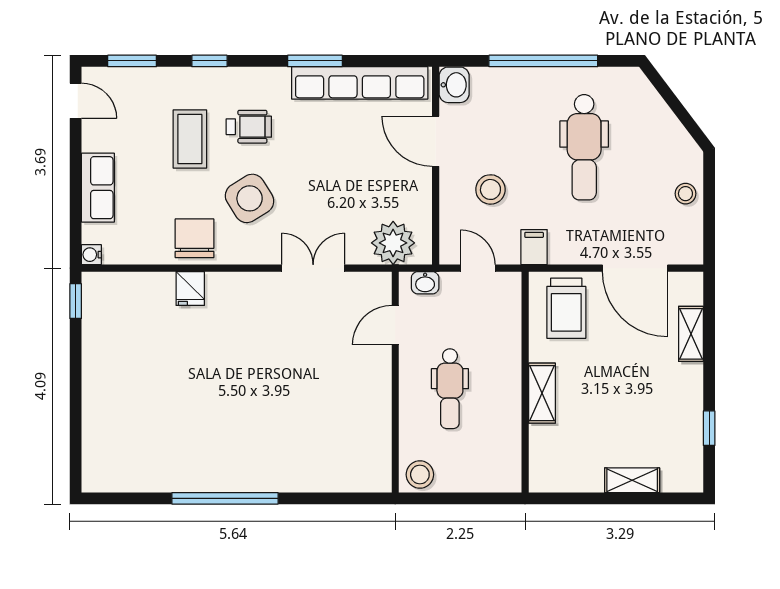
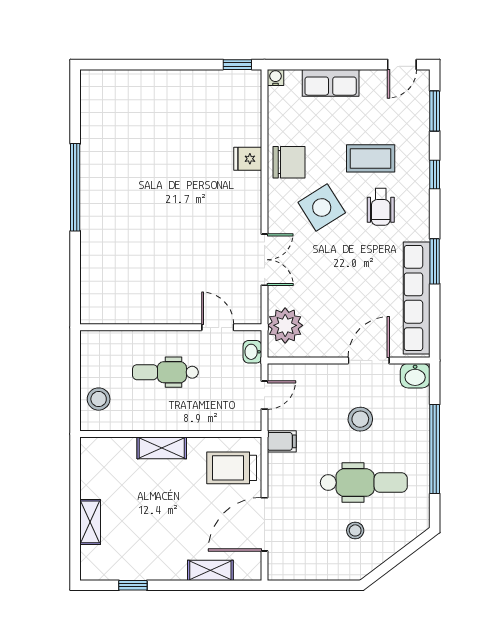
dental chair: (584, 147) -> (364, 483), turned 180
stool: (490, 189) -> (360, 419), moved
stool: (685, 194) -> (355, 530), moved
stool: (420, 475) -> (99, 399), moved

